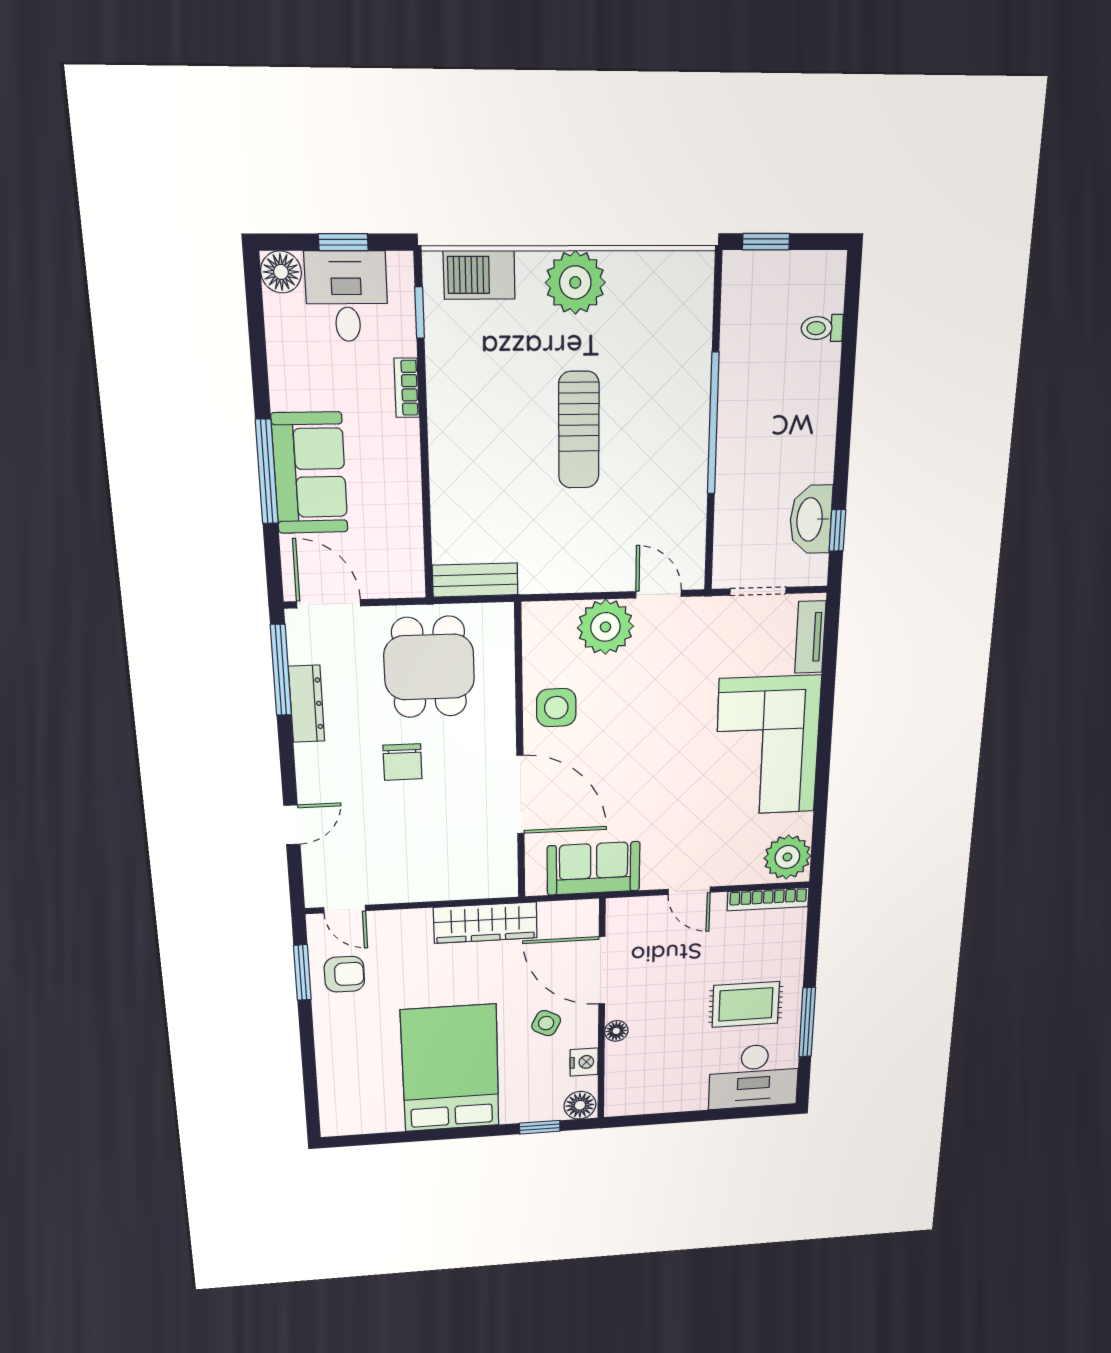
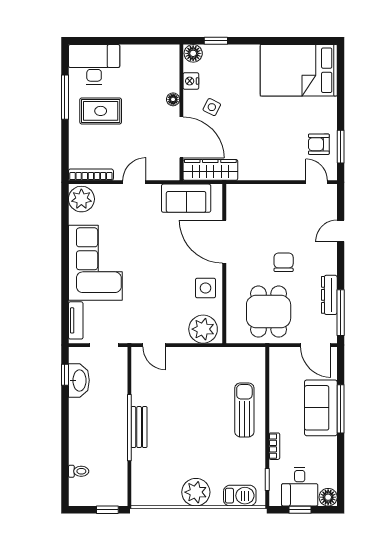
sun lounger: (579, 430) -> (244, 410), moved
bench: (475, 580) -> (139, 427), moved, turned 90
plant: (605, 627) -> (203, 329), moved
door: (689, 891) -> (134, 182), hinge flipped
wardrobe: (485, 923) -> (210, 170), moved
bed: (450, 1068) -> (299, 70), moved, turned 90

